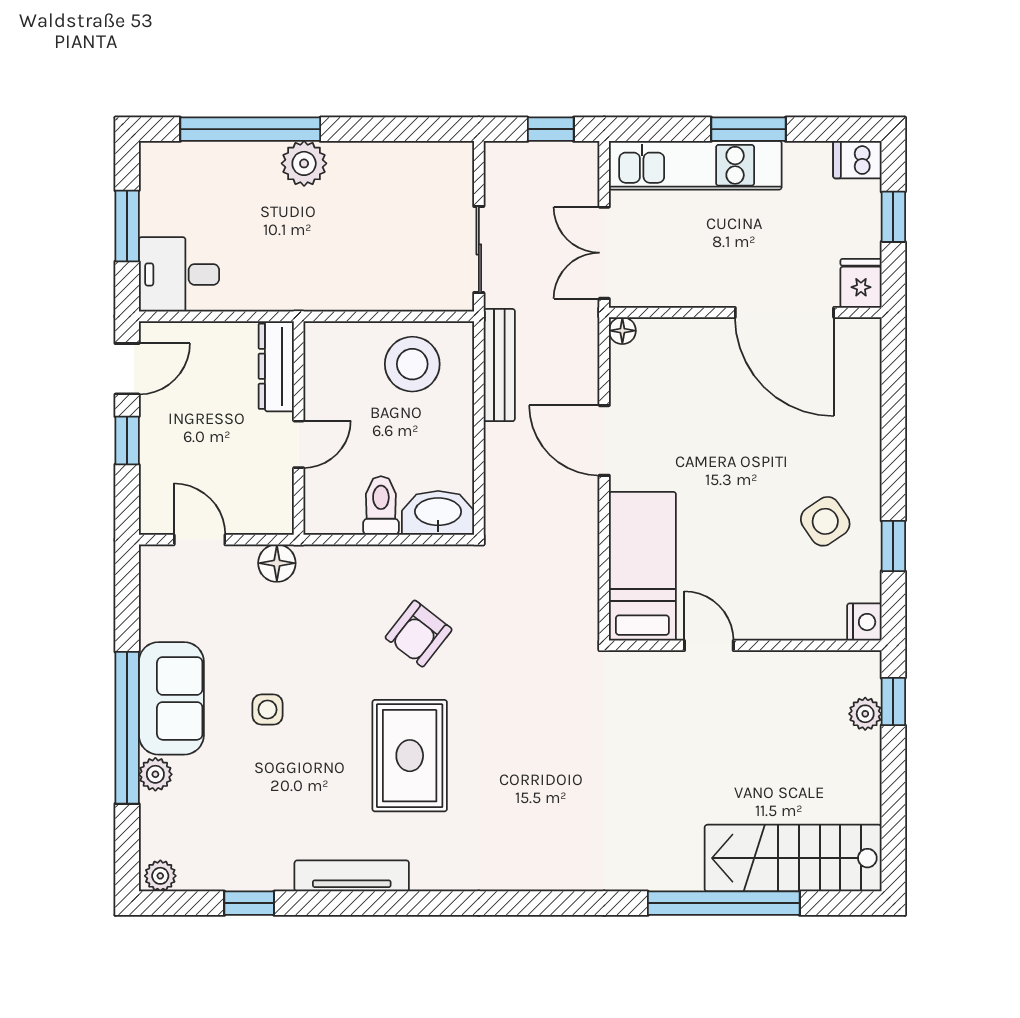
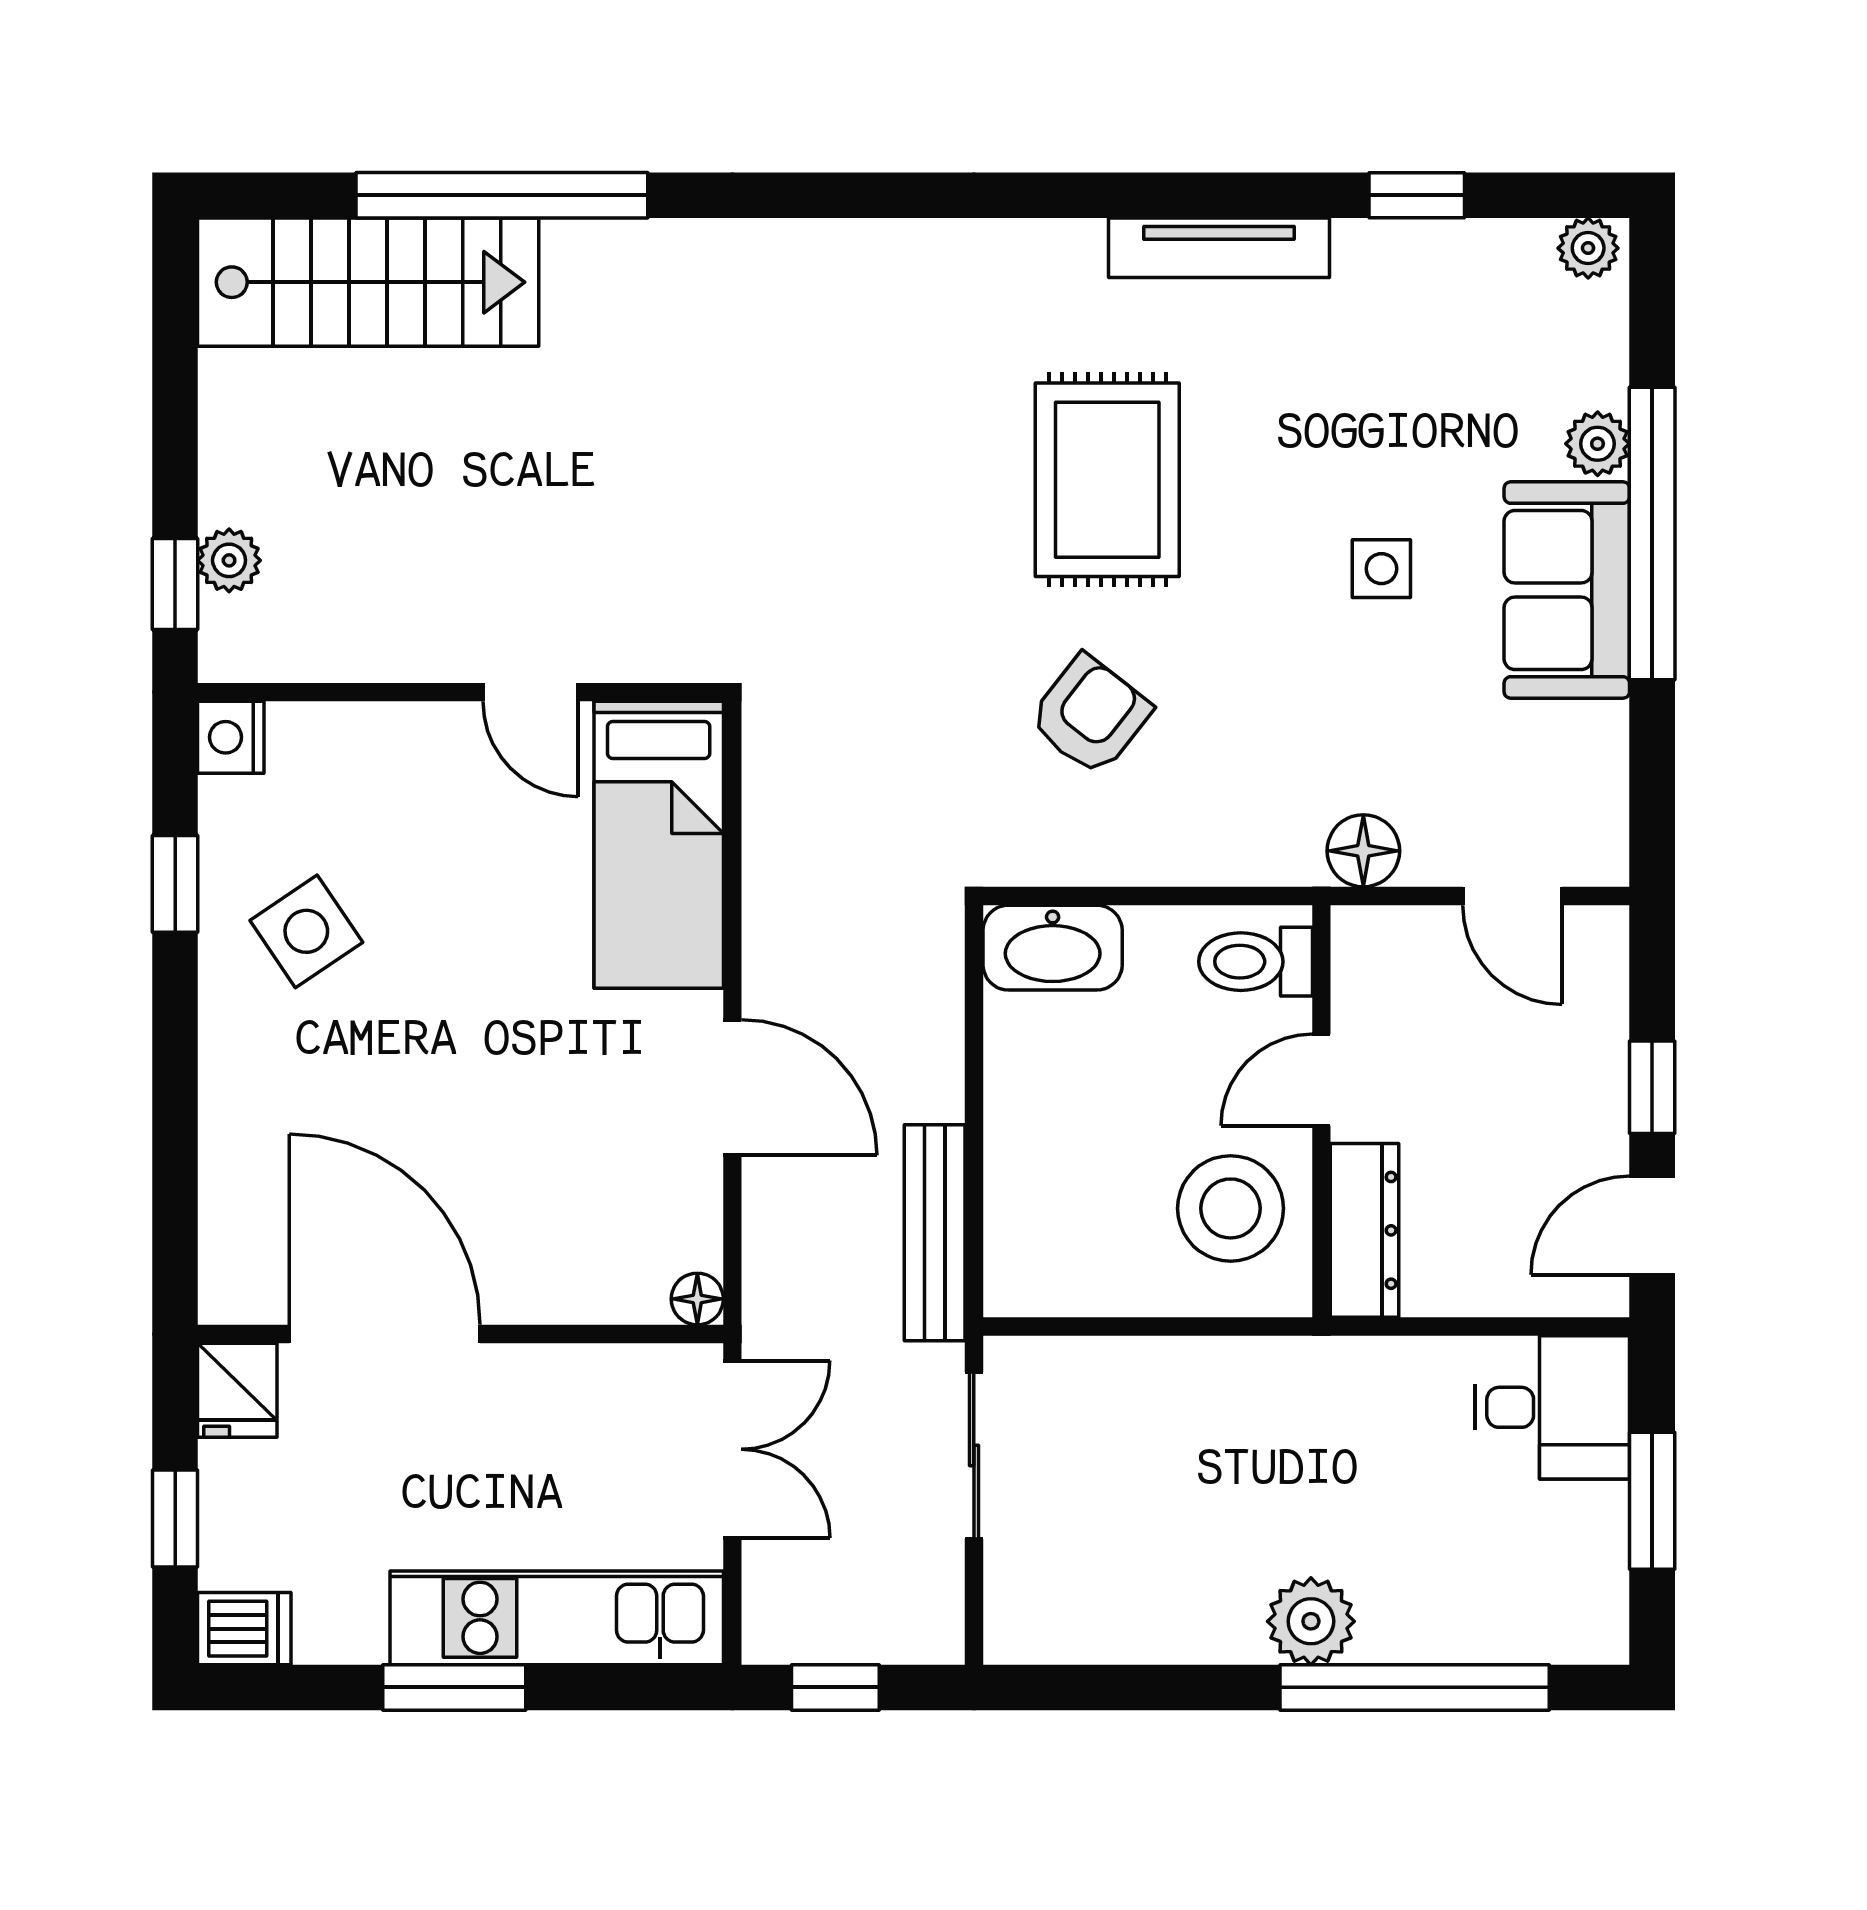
stool: (412, 364) -> (1231, 1208), moved
toilet: (381, 506) -> (1256, 962), moved, turned 90

